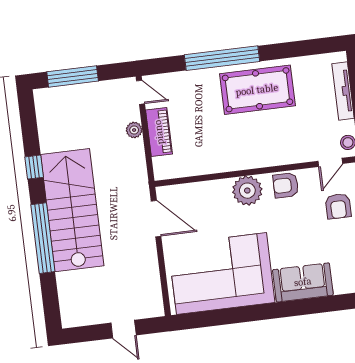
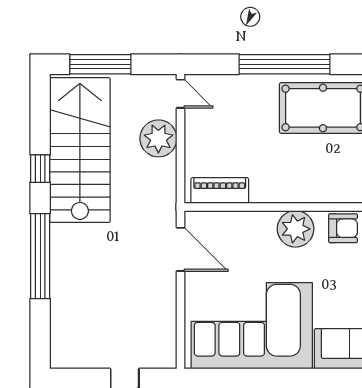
plant: (134, 130) -> (158, 138), width x1.87, depth x1.87
piano: (159, 132) -> (220, 191), moved, turned -90
armchair: (286, 185) -> (343, 228), turned 180
stairs: (72, 210) -> (80, 150), moved

